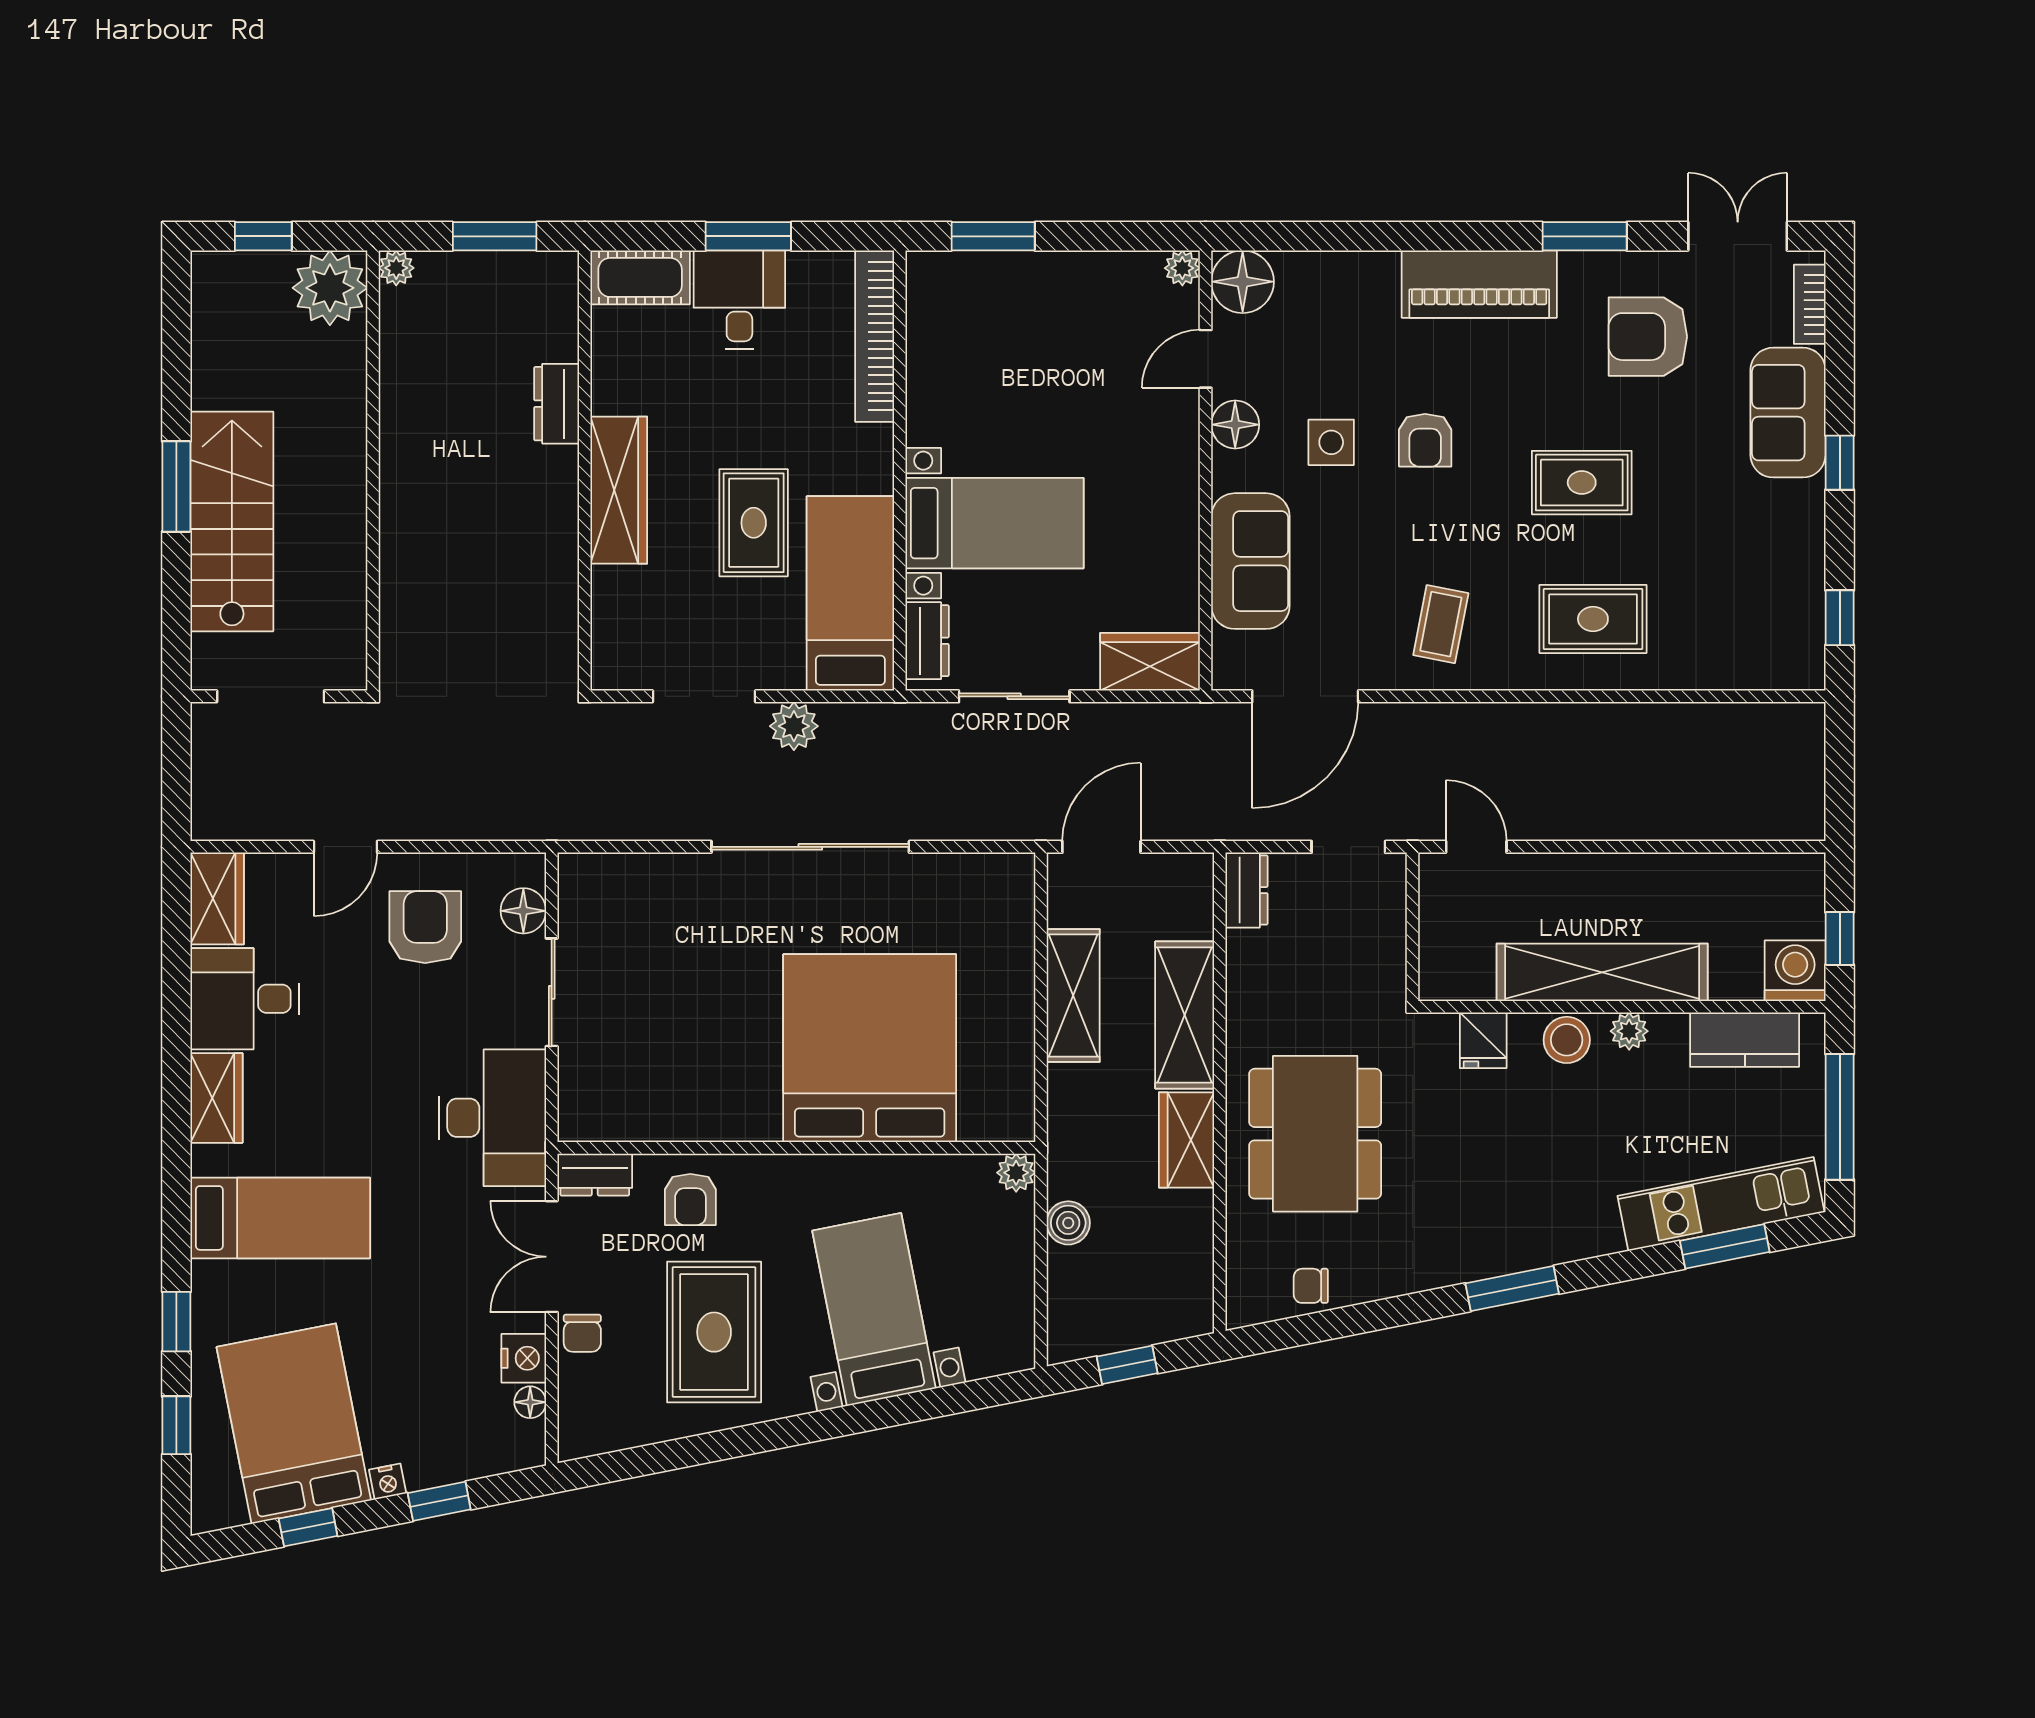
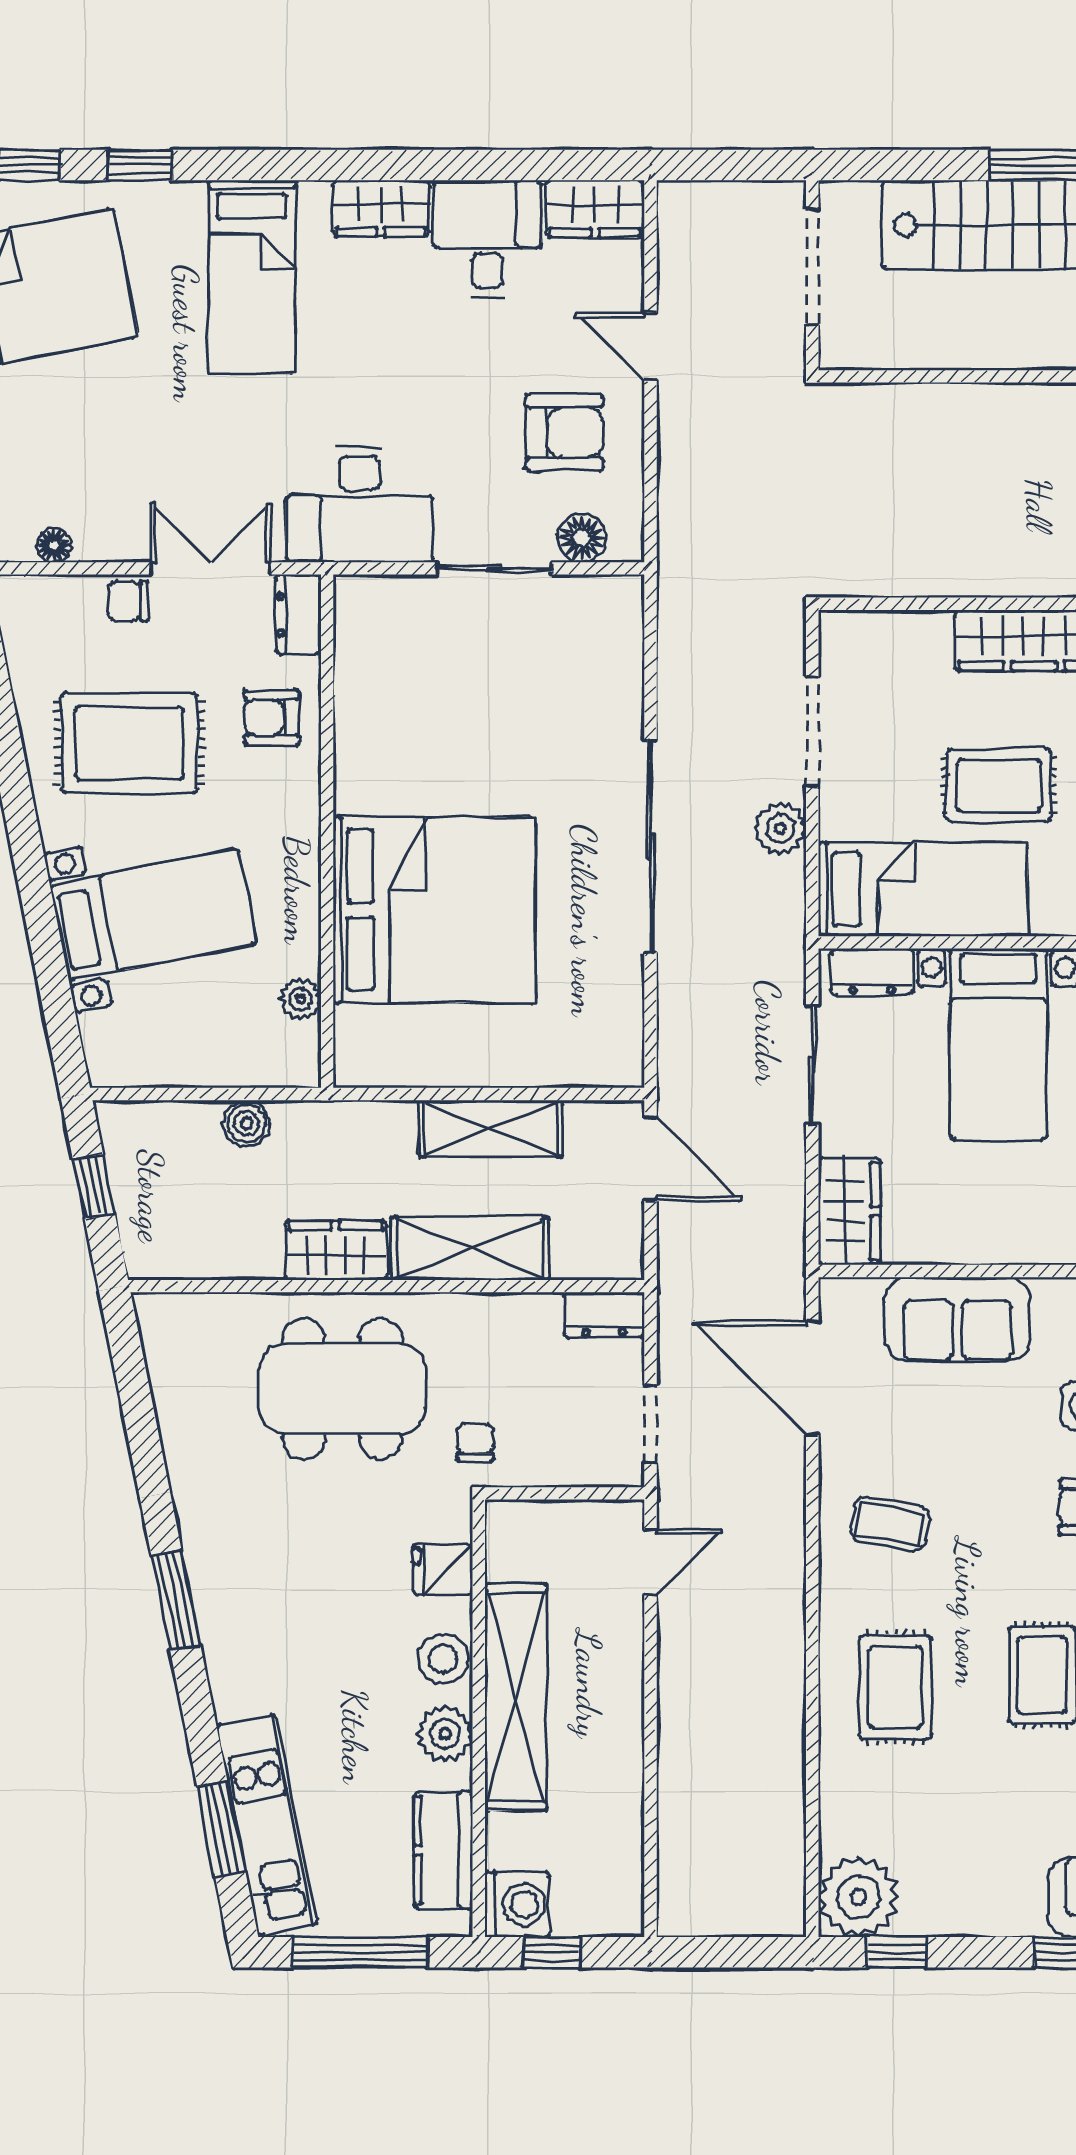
plant: (1788, 653) -> (859, 1897), added
plant: (1629, 1031) -> (445, 1734), width x1.38, depth x1.38
plant: (1016, 1173) -> (300, 999), moved
chair: (1311, 1286) -> (475, 1443), moved
nightstand: (524, 1358) -> (101, 538), removed

